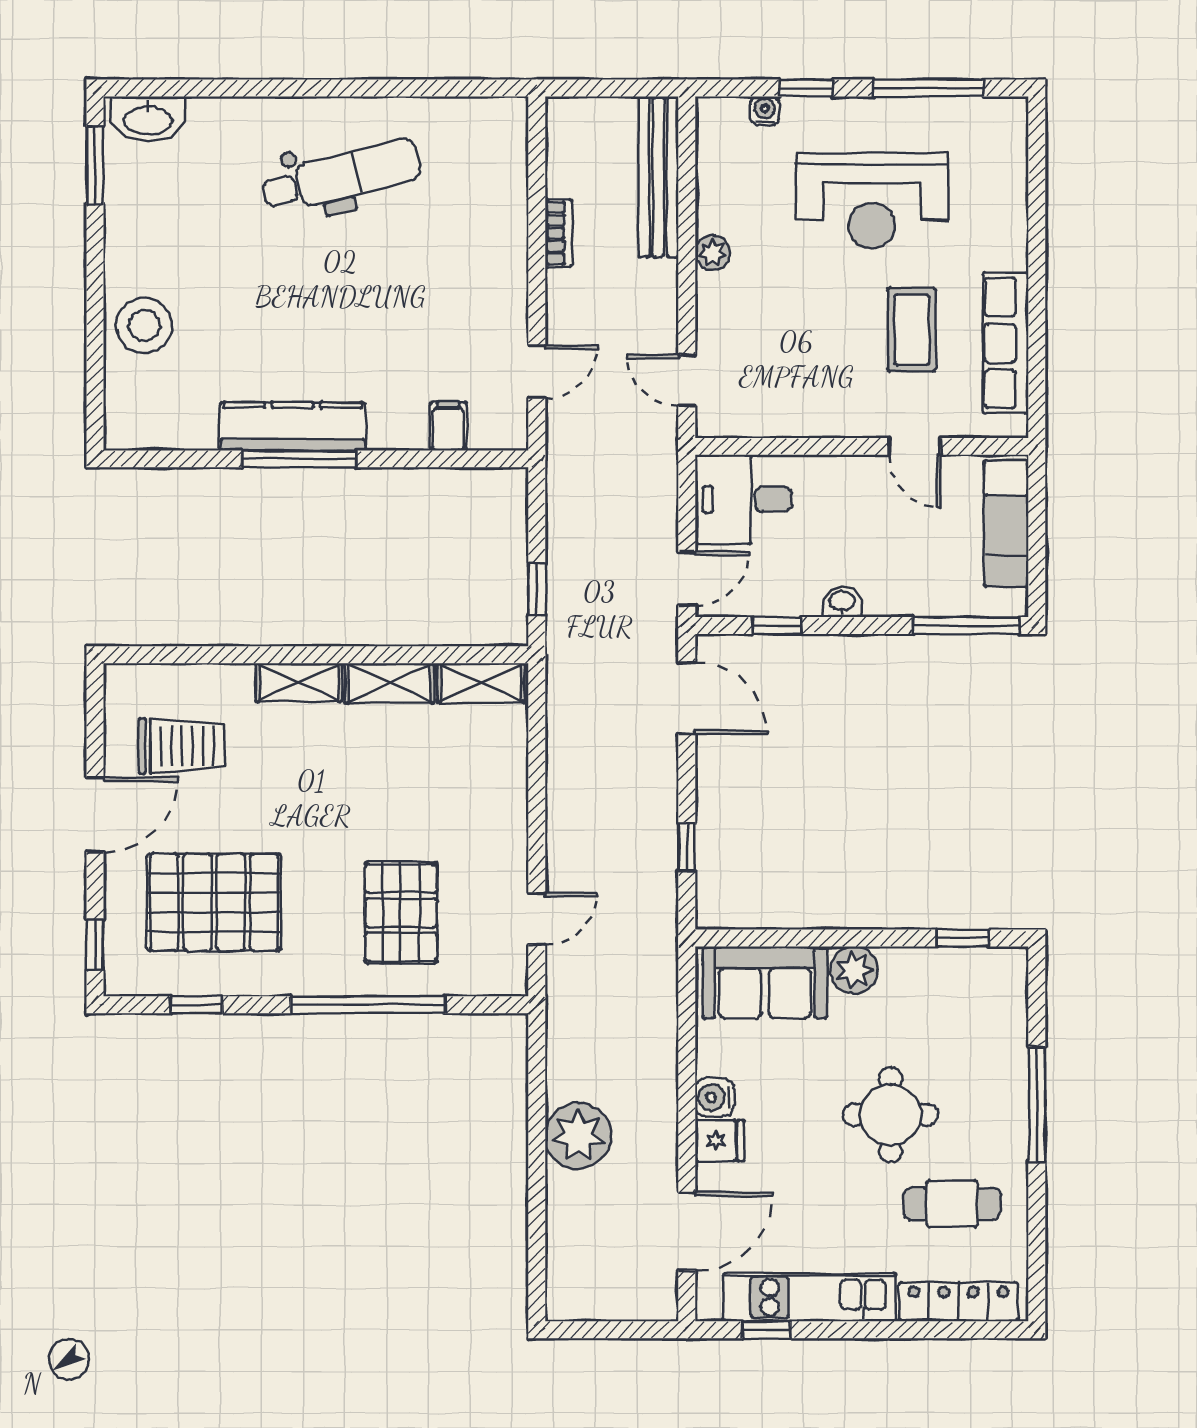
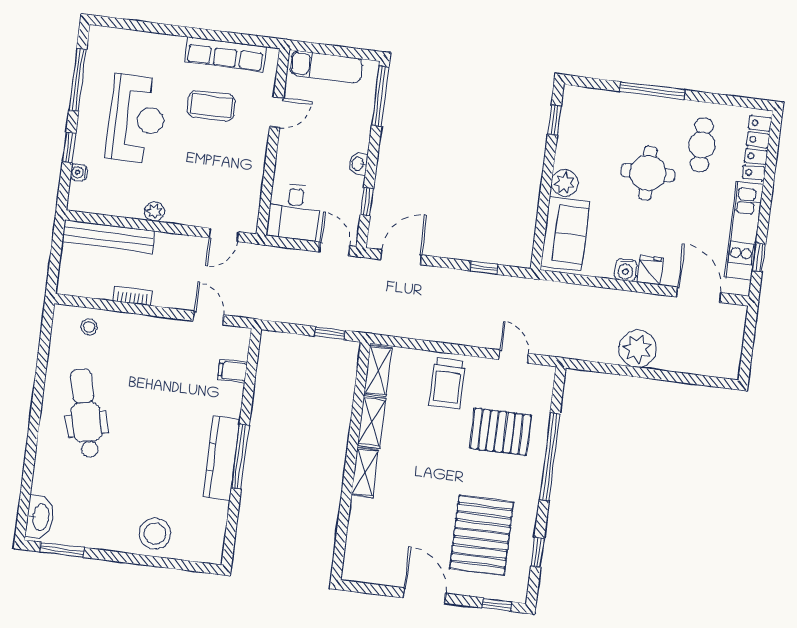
stool: (494, 163) -> (89, 327), added
trolley: (181, 746) -> (447, 384), moved, turned 180

